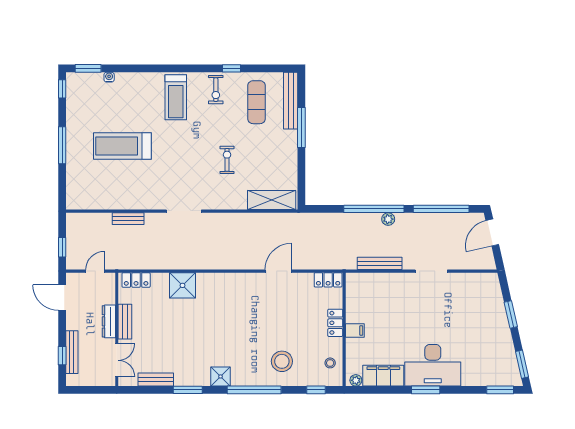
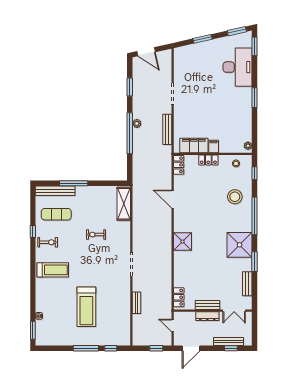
window: (62, 89) -> (111, 348), moved
window: (441, 209) -> (130, 87), width x0.47
shower: (182, 285) -> (182, 242), moved
double door: (117, 360) -> (234, 311), swing flipped
desk: (433, 365) -> (238, 67), moved
shower: (221, 376) -> (240, 245), width x1.86, depth x1.86
filing cabinet: (383, 376) -> (194, 146), moved, turned 90

